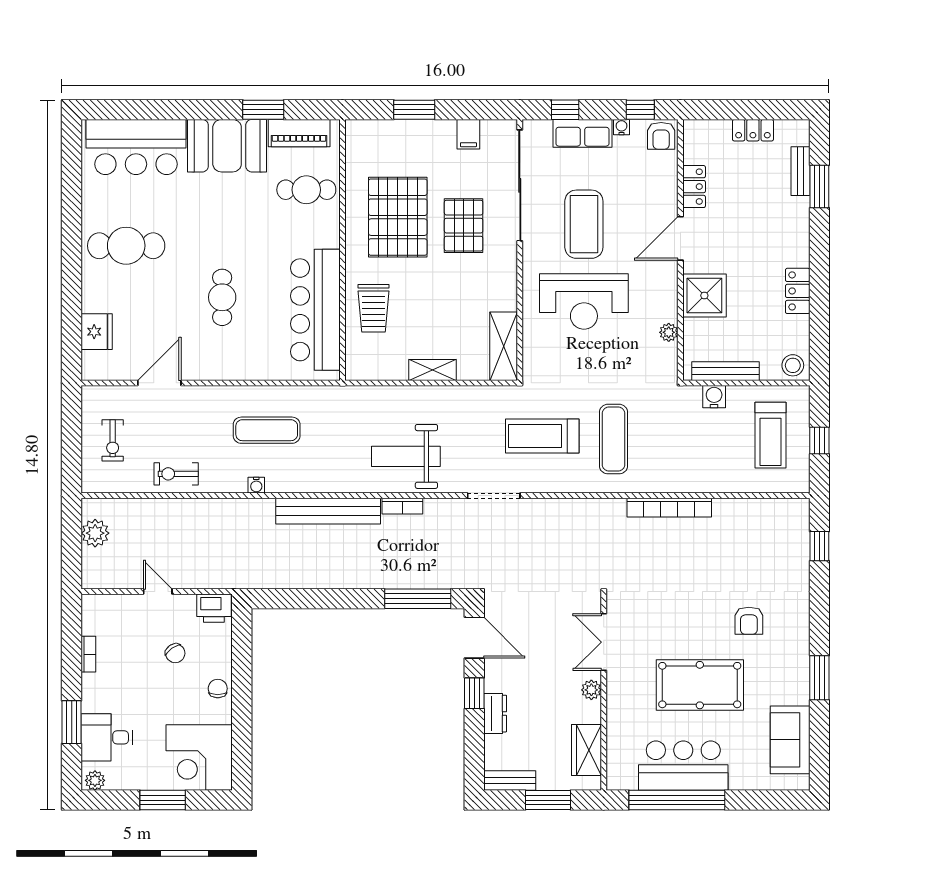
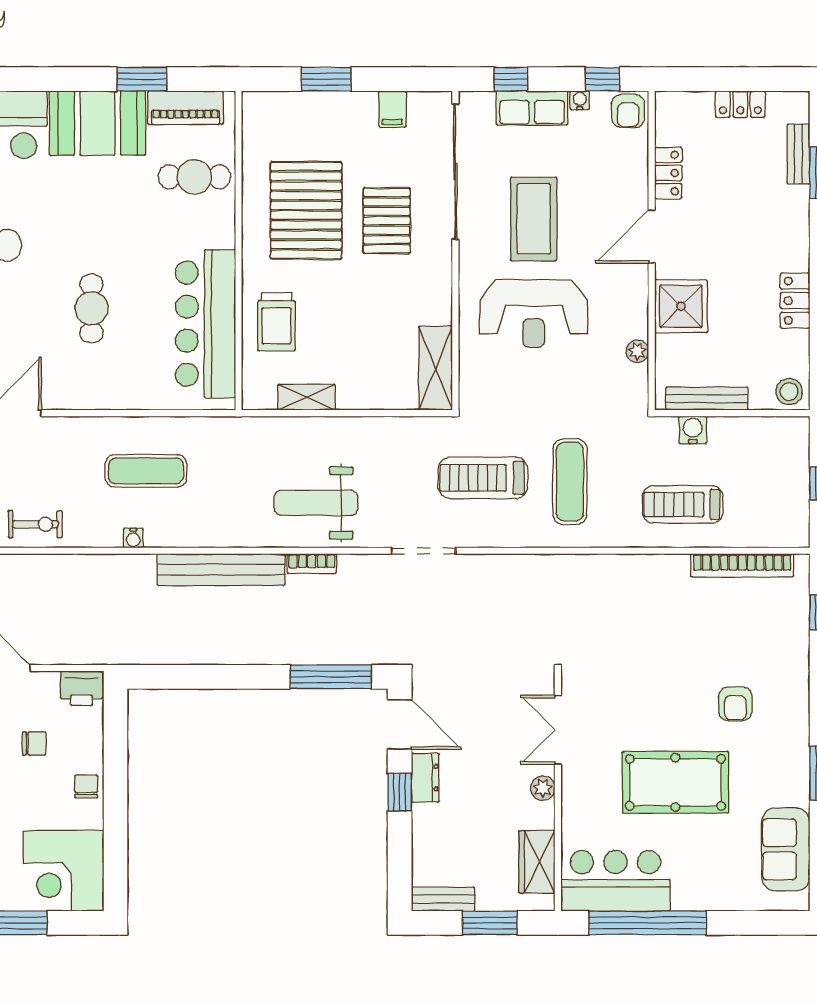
shelving: (432, 370) -> (307, 397), moved
treadmill: (770, 435) -> (683, 504), moved, turned 90
exercise bike: (176, 474) -> (35, 524), turned 180
bookcase: (669, 508) -> (742, 565), moved
chair: (175, 653) -> (34, 743), turned -55
dresser: (495, 714) -> (425, 778), moved
bar counter: (683, 766) -> (615, 881), moved

